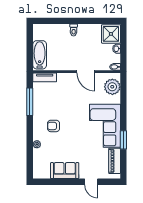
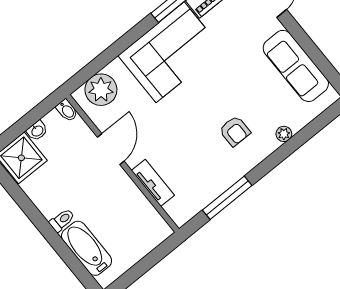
bathtub: (40, 55) -> (87, 248), moved, turned 90
tv unit: (45, 77) -> (153, 183), moved
sofa: (65, 171) -> (296, 66), width x1.36

